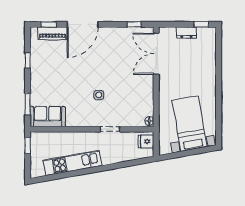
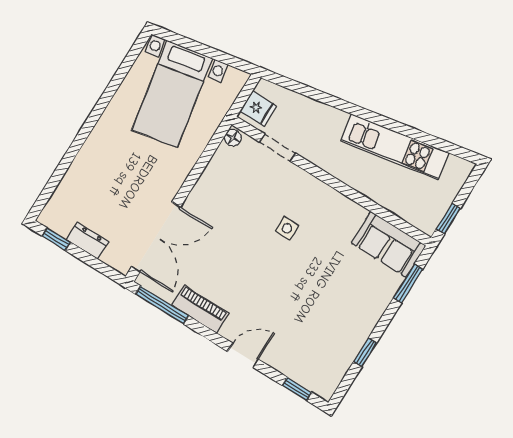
door: (83, 24) -> (243, 355), width x0.53
window: (134, 24) -> (162, 305), width x2.17
piano: (52, 33) -> (200, 309), moved
doorway: (110, 129) -> (278, 148), moved

